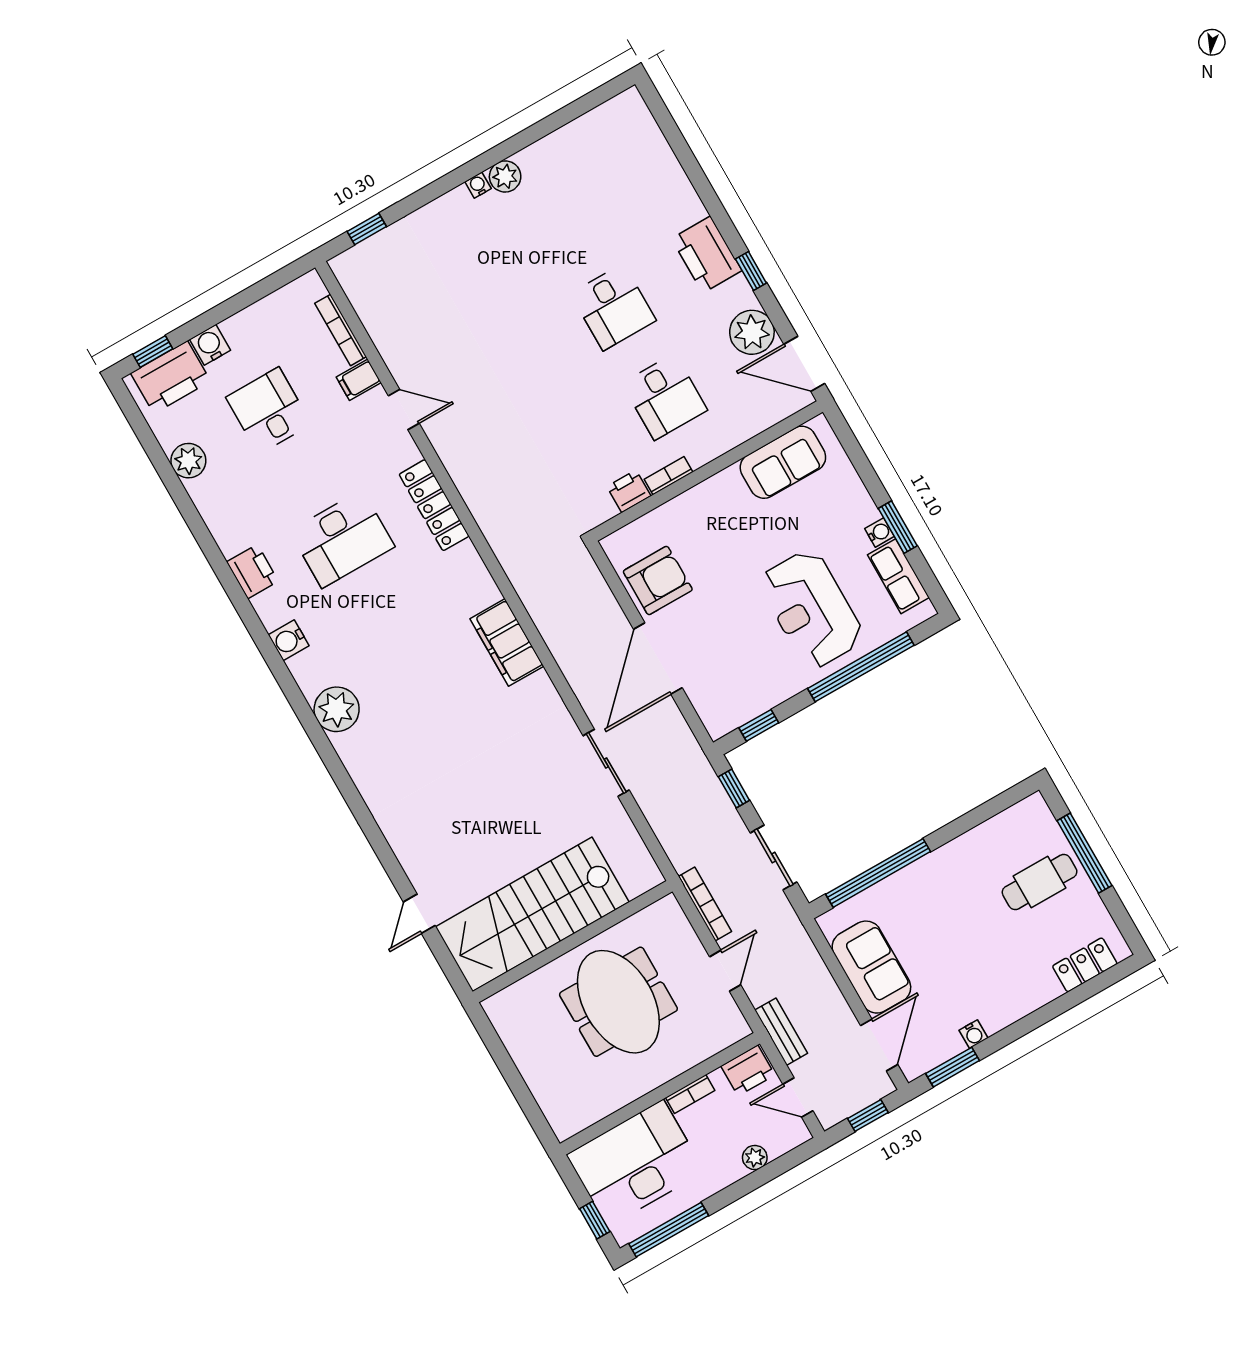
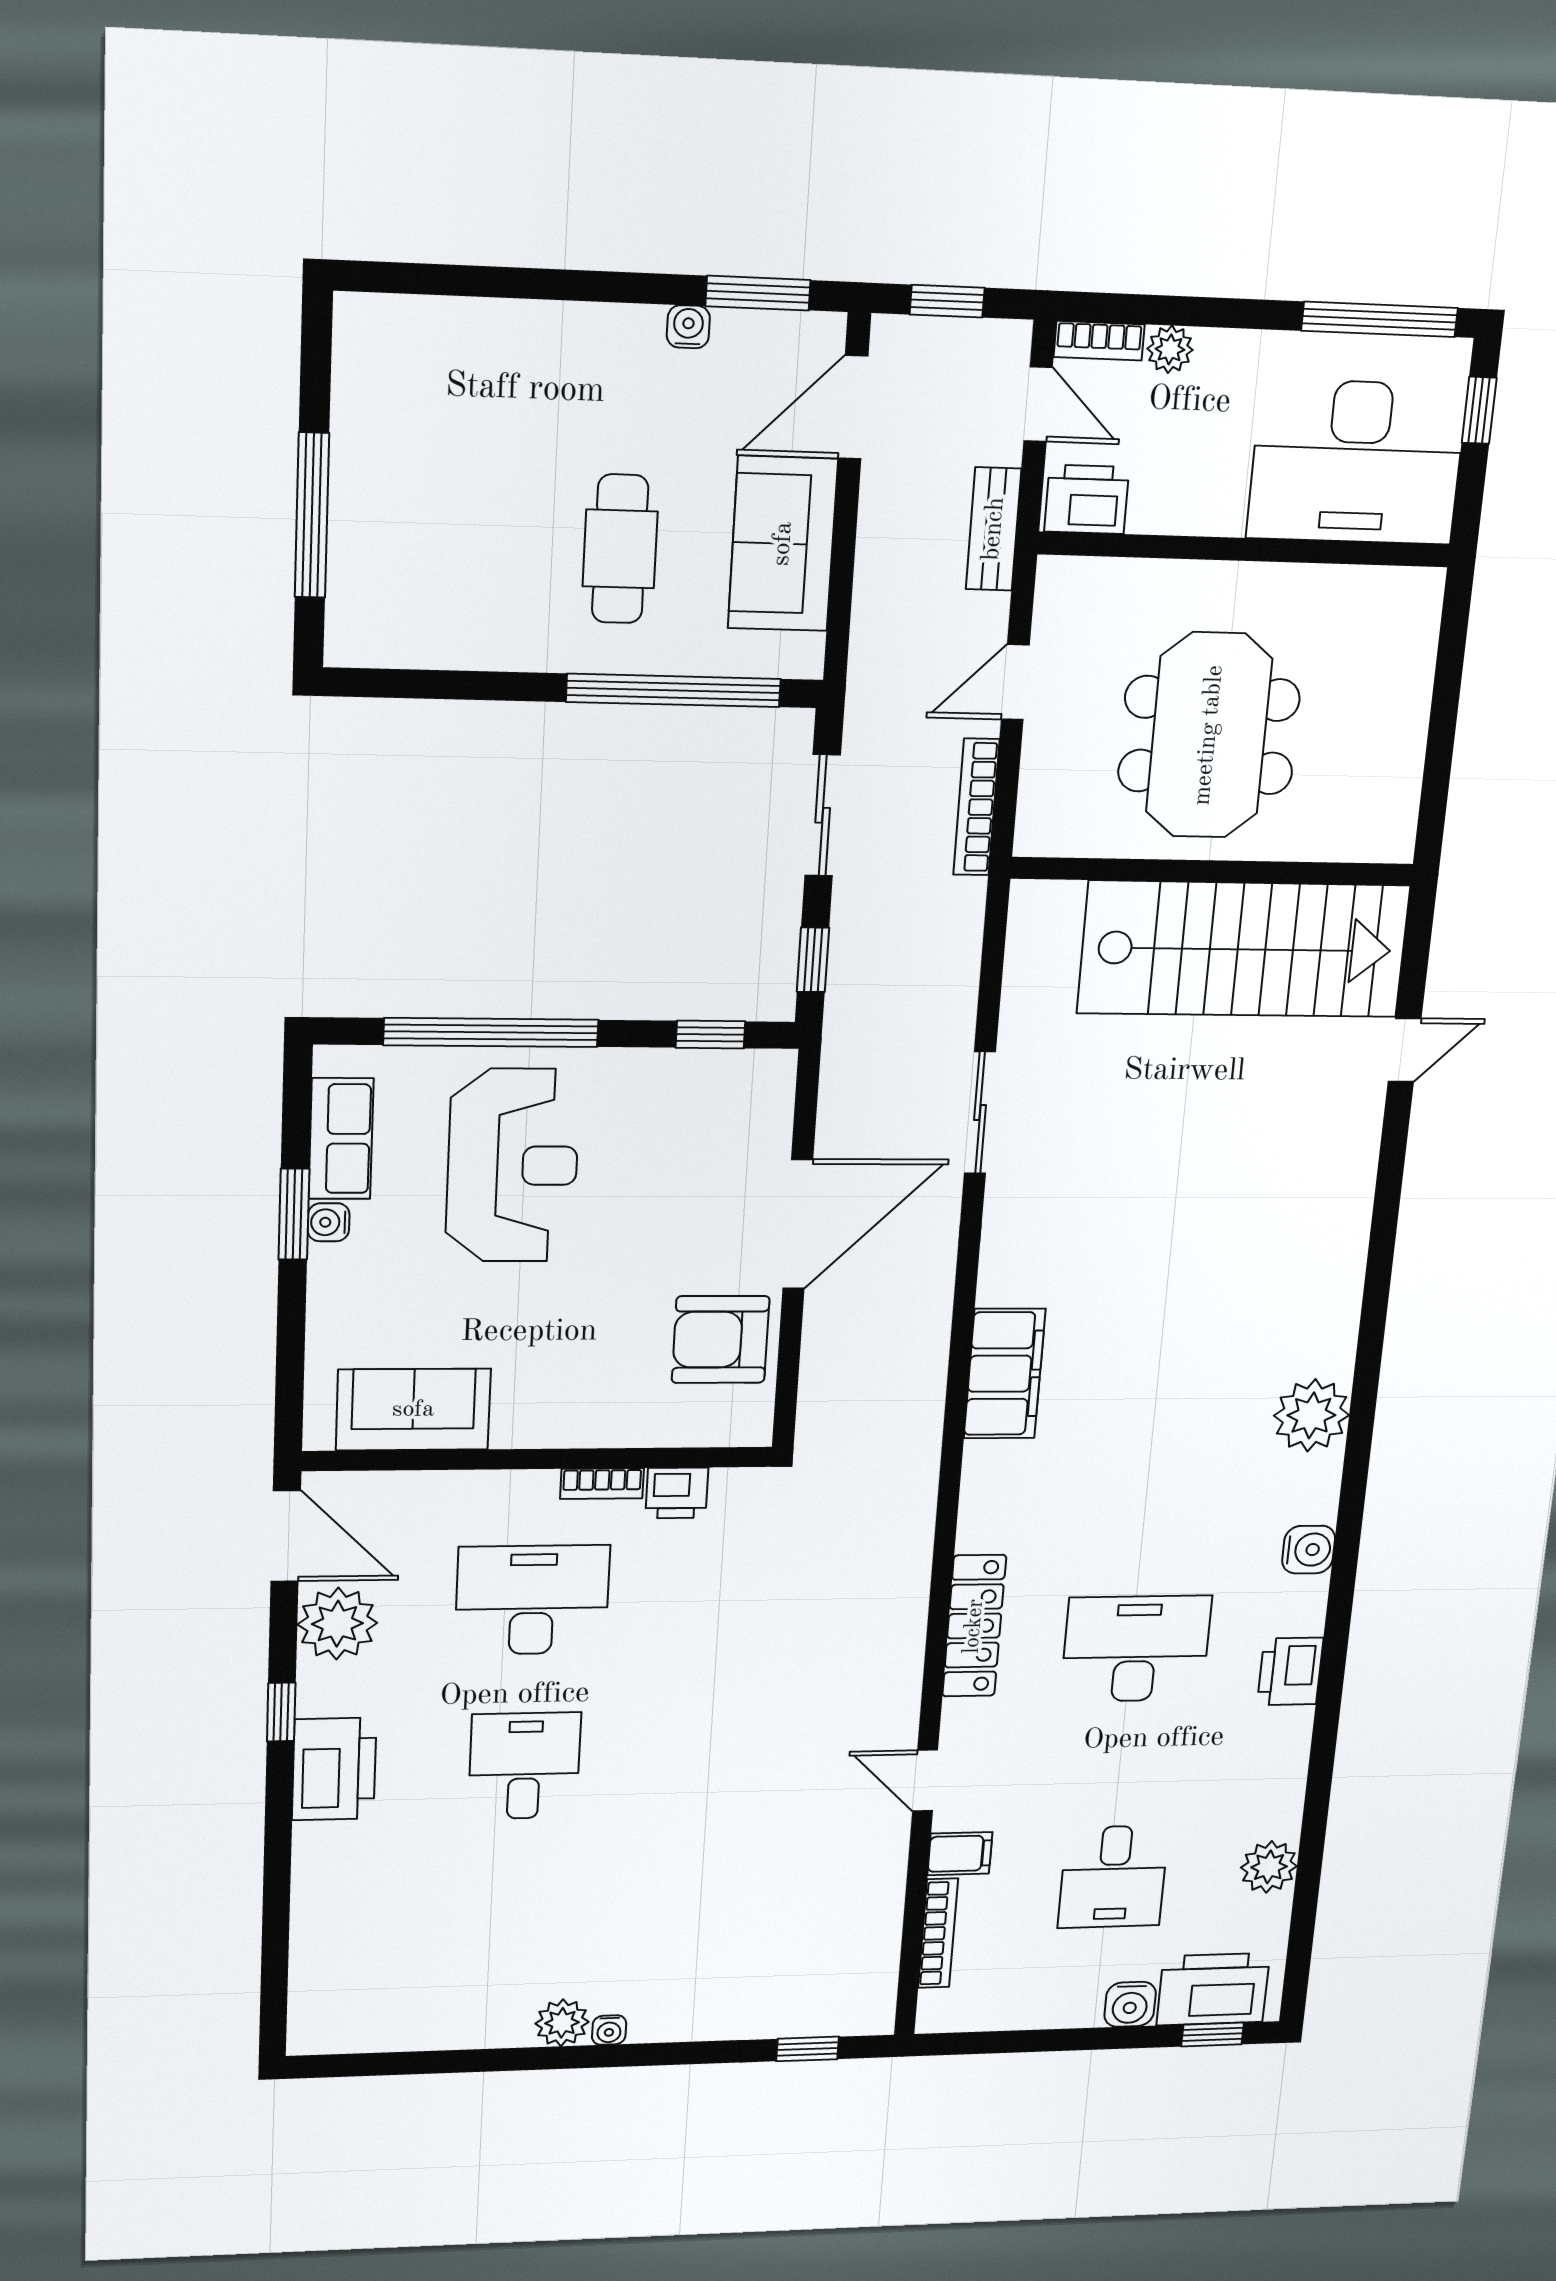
desk: (665, 397) -> (532, 1600), width x1.37
cafe table: (1040, 882) -> (620, 549), moved, turned 90
locker: (1085, 965) -> (428, 326), removed
bookcase: (690, 1094) -> (1099, 341), moved, turned 180

